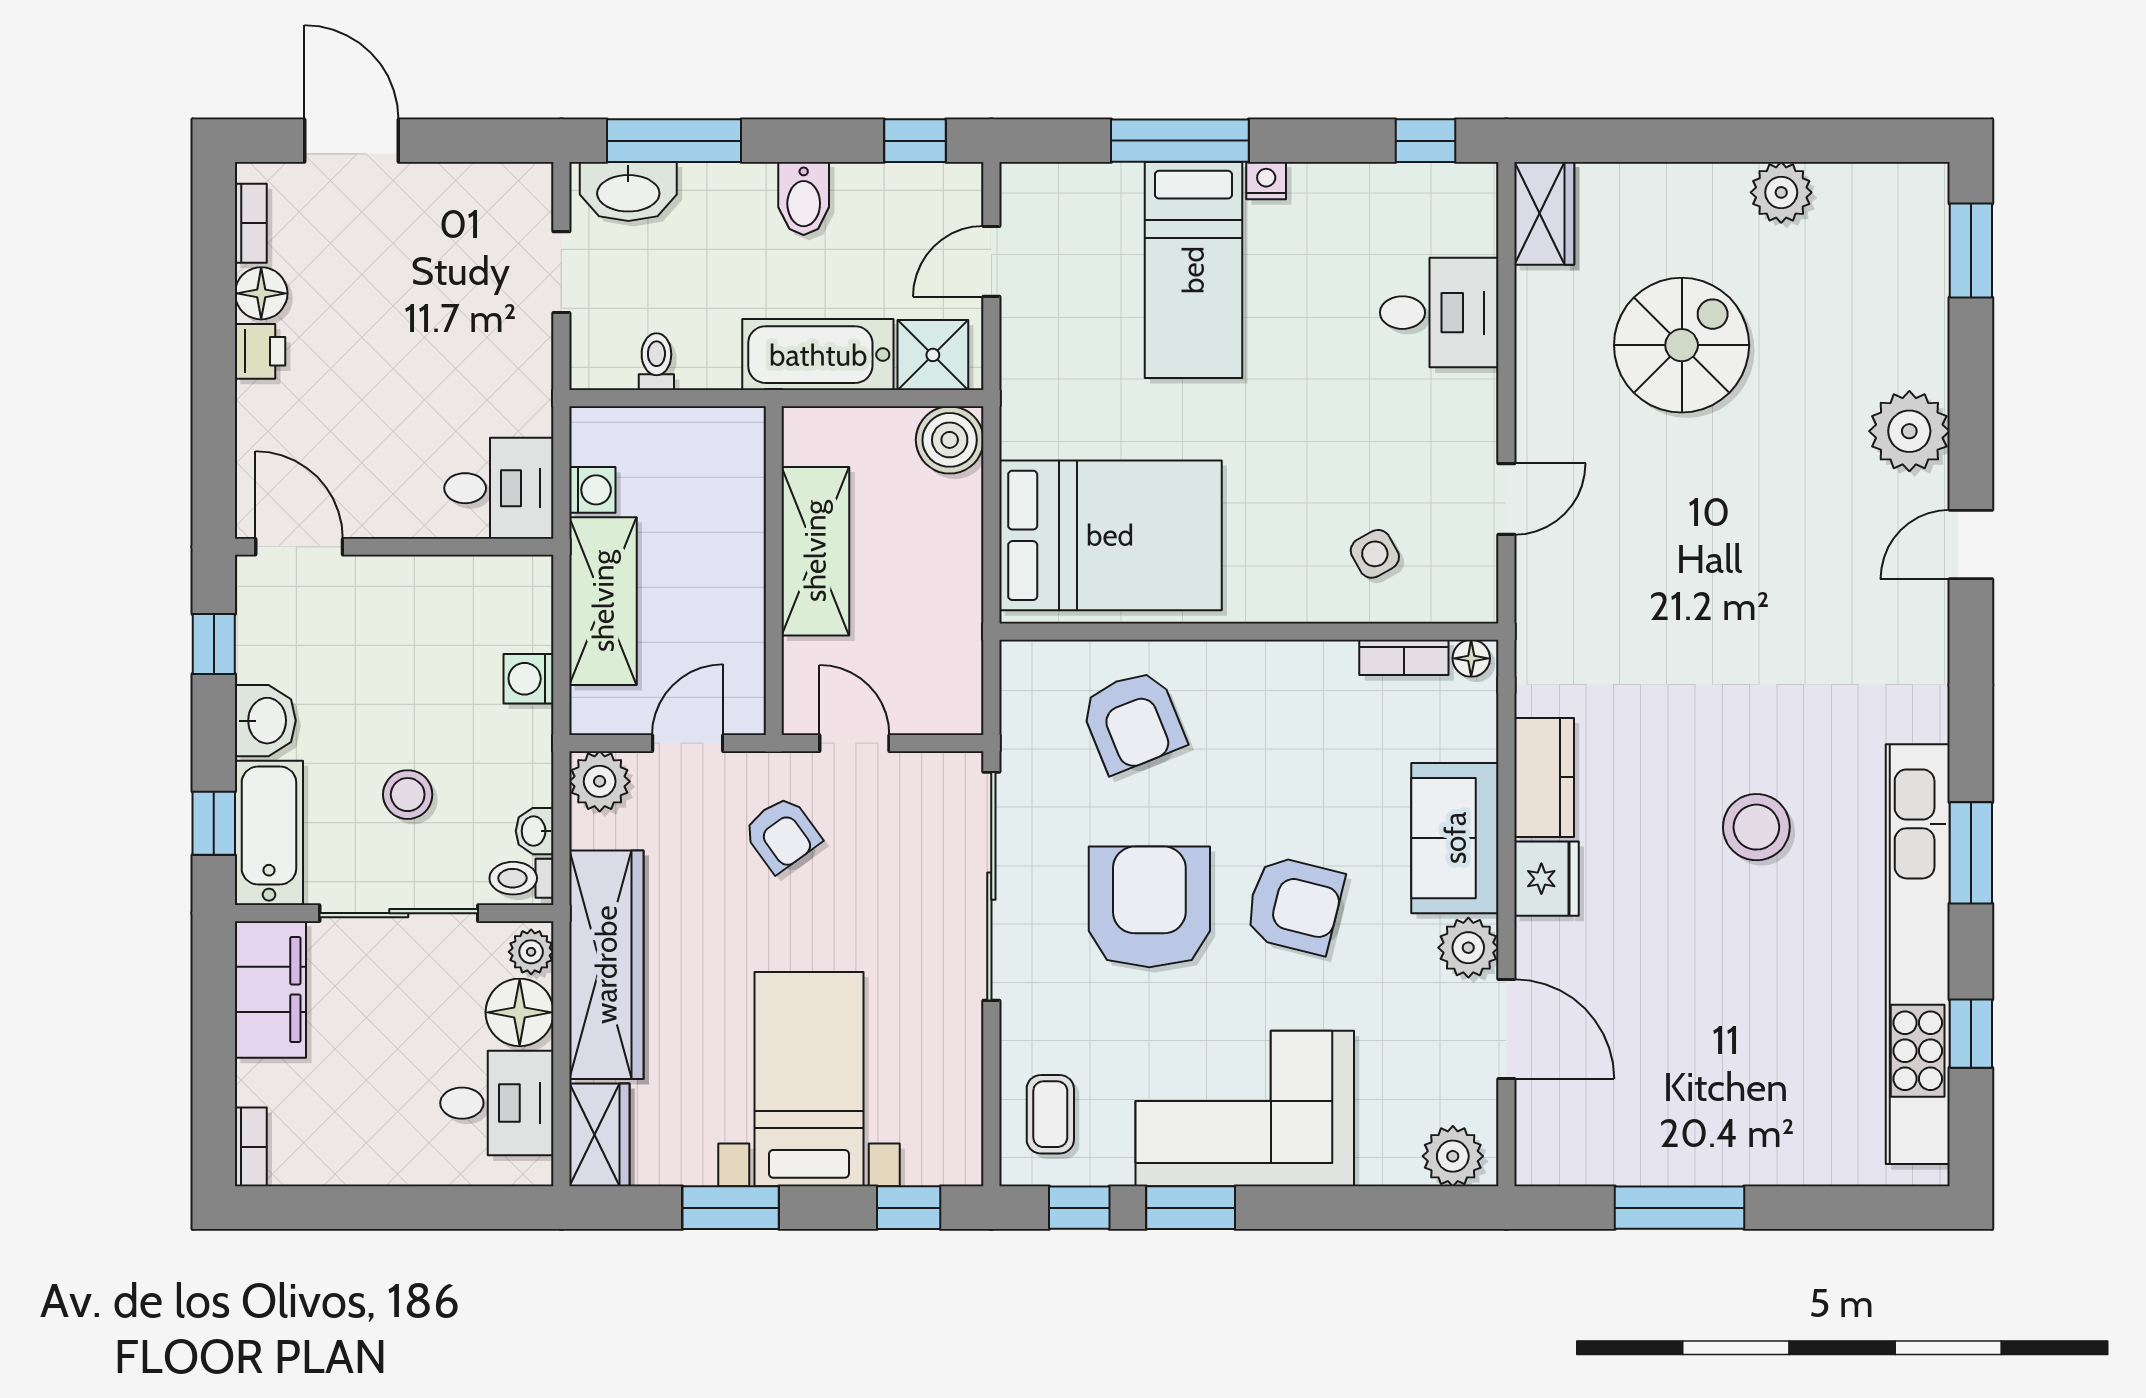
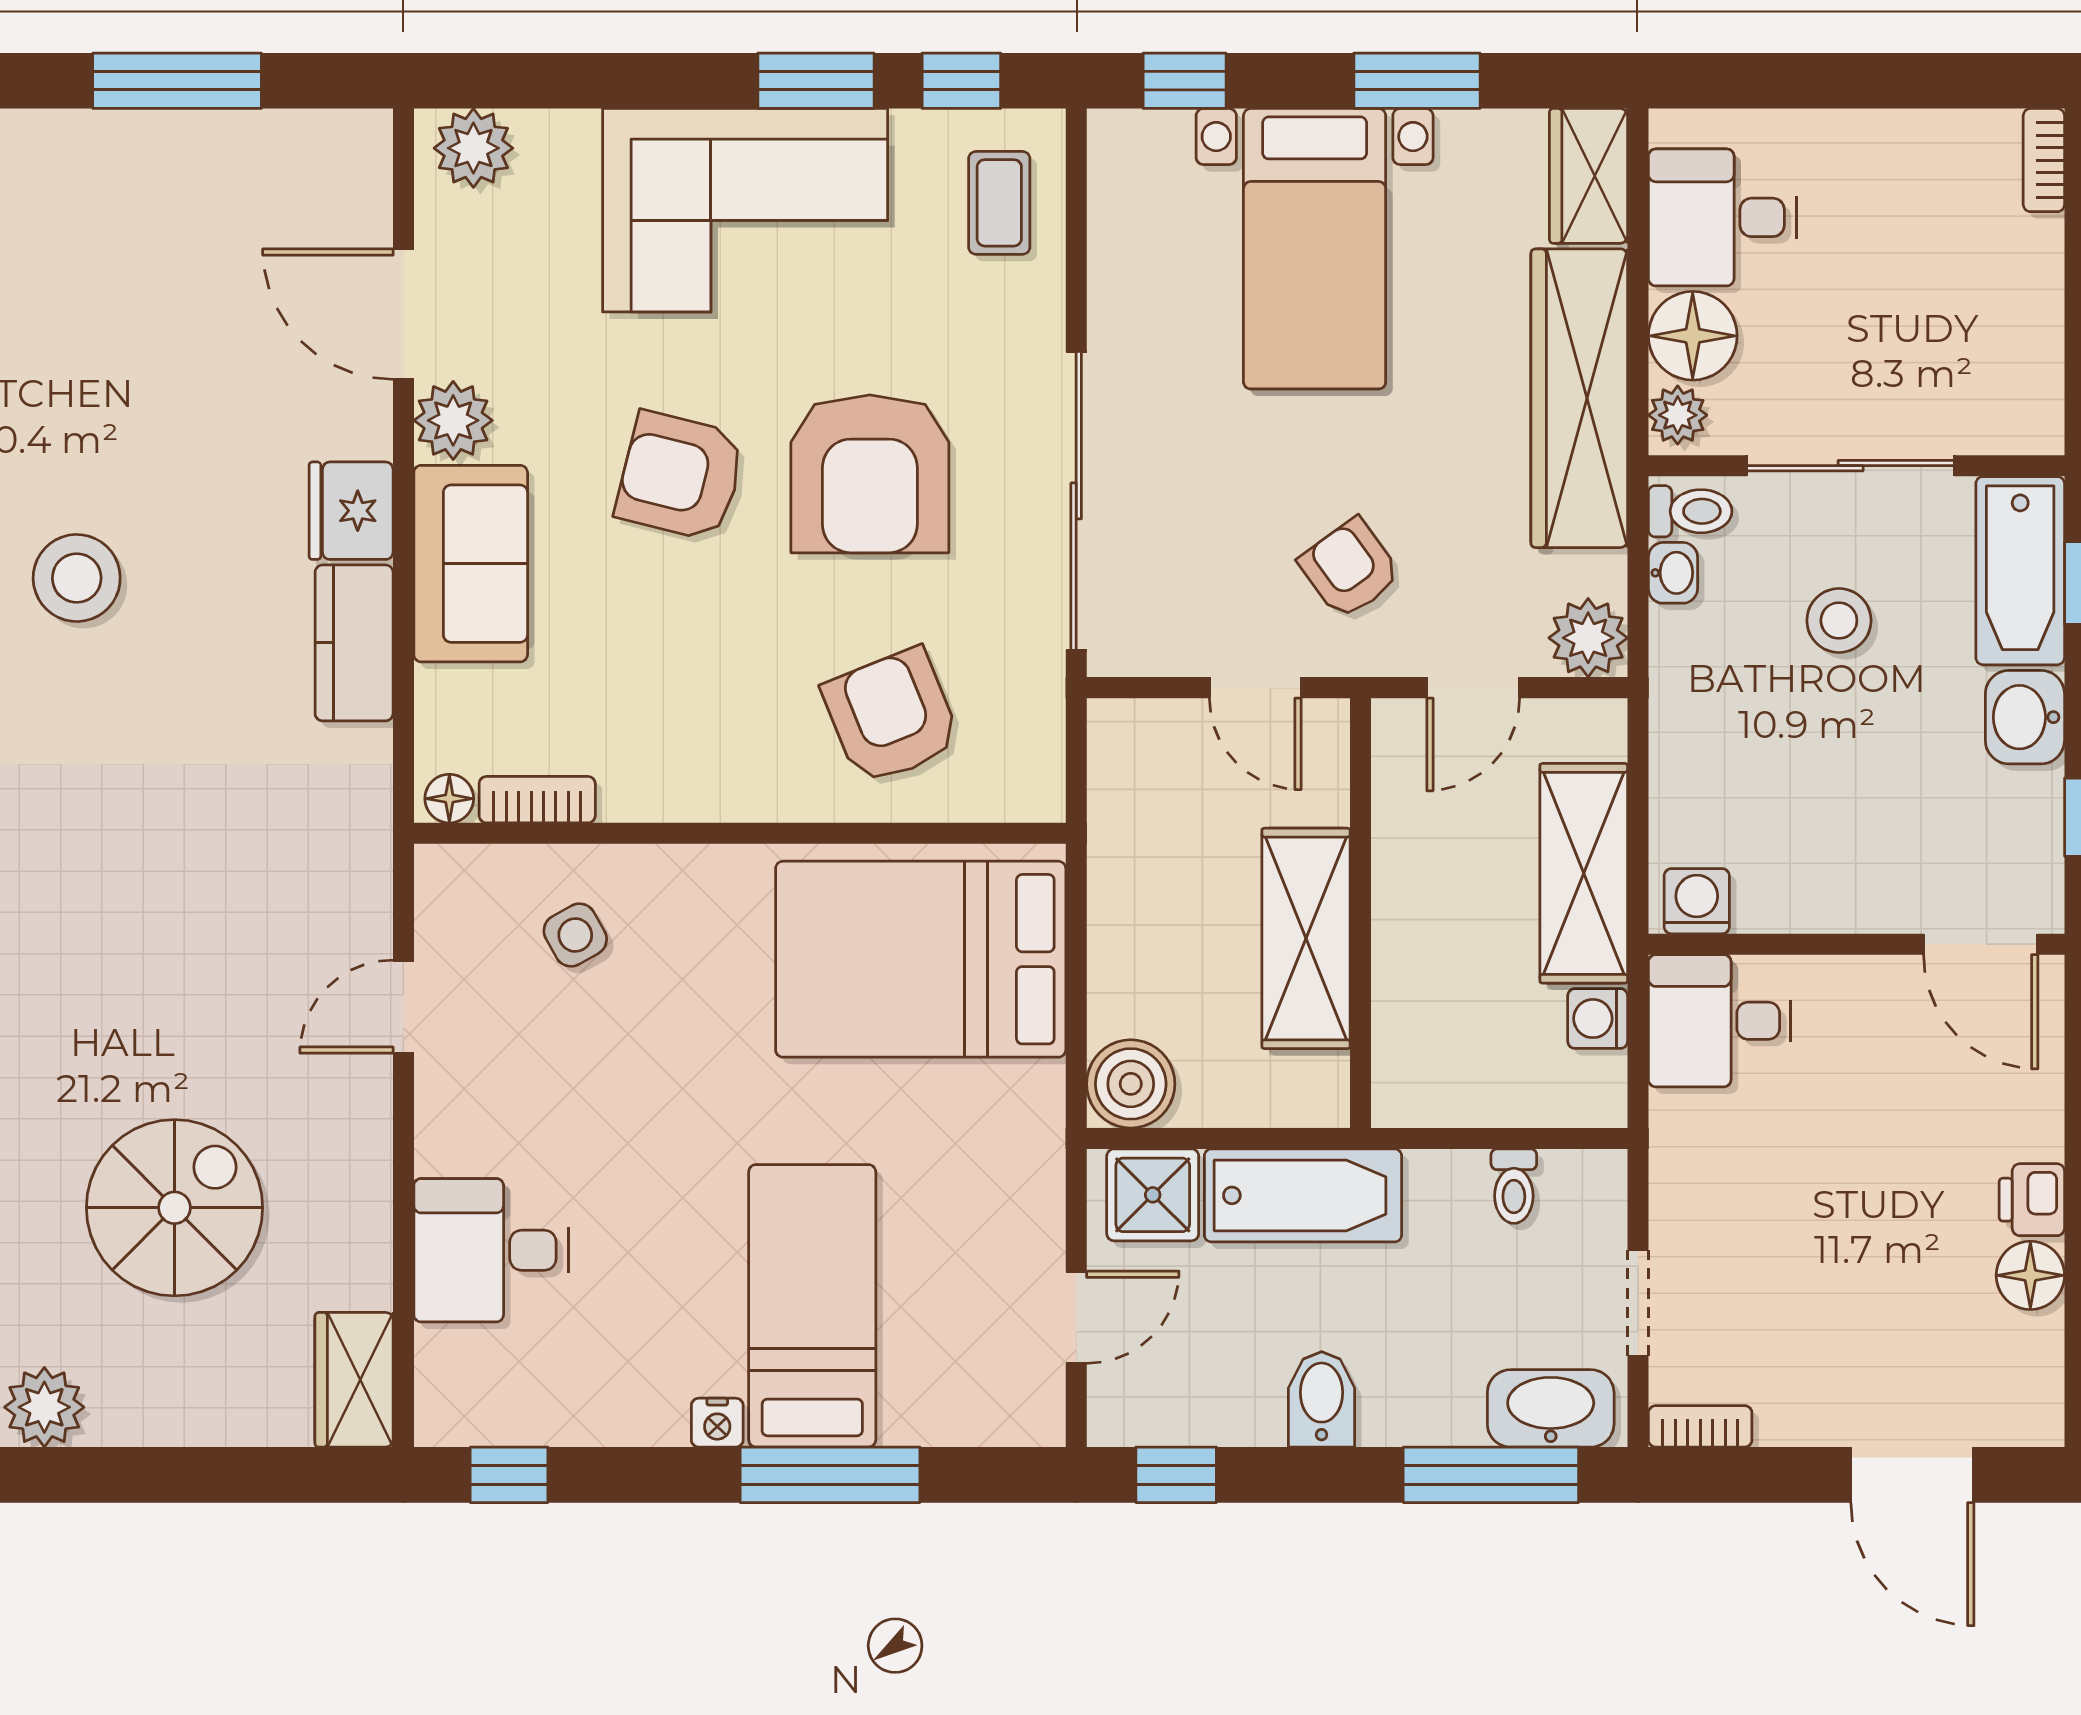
bookcase: (251, 223) -> (1700, 1426), moved, turned 90
spiral stairs: (1682, 345) -> (174, 1208), turned 180
washing machine: (529, 679) -> (1697, 901), moved, turned -90
filing cabinet: (270, 989) -> (2018, 366), removed

